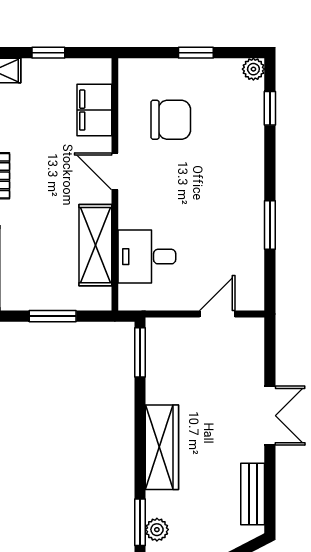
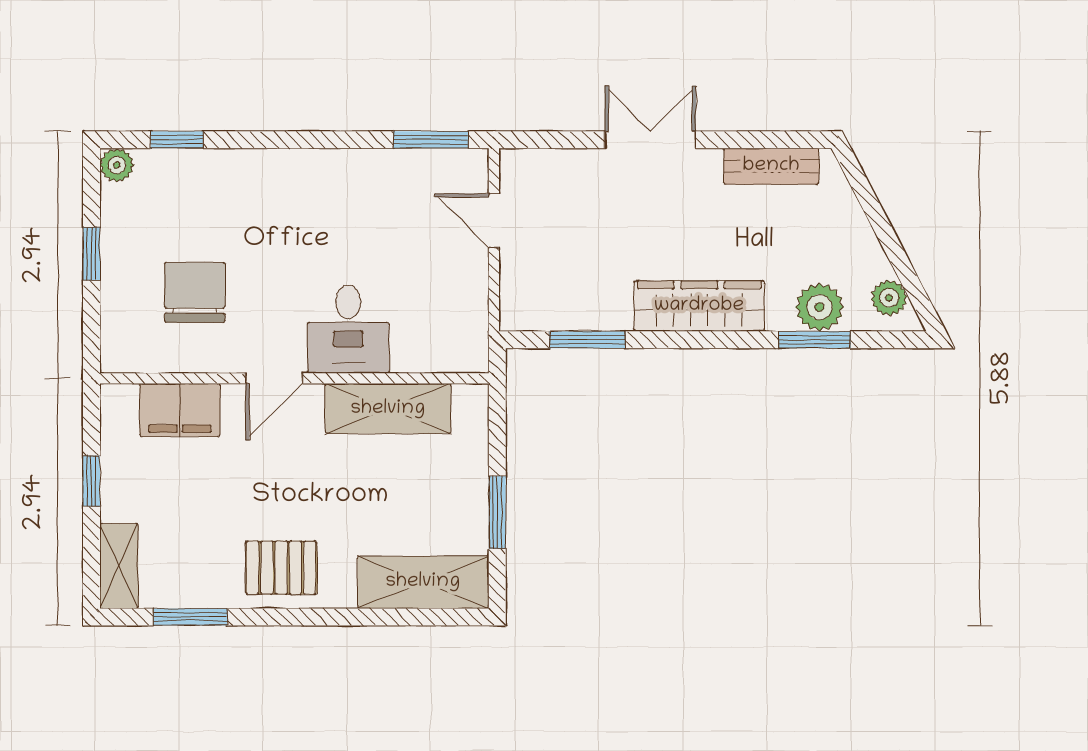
window: (270, 225) -> (431, 140), moved
desk: (147, 257) -> (348, 329), moved
window: (53, 316) -> (497, 512), moved
window: (140, 352) -> (587, 340), moved
plant: (157, 530) -> (819, 307), width x1.38, depth x1.38

